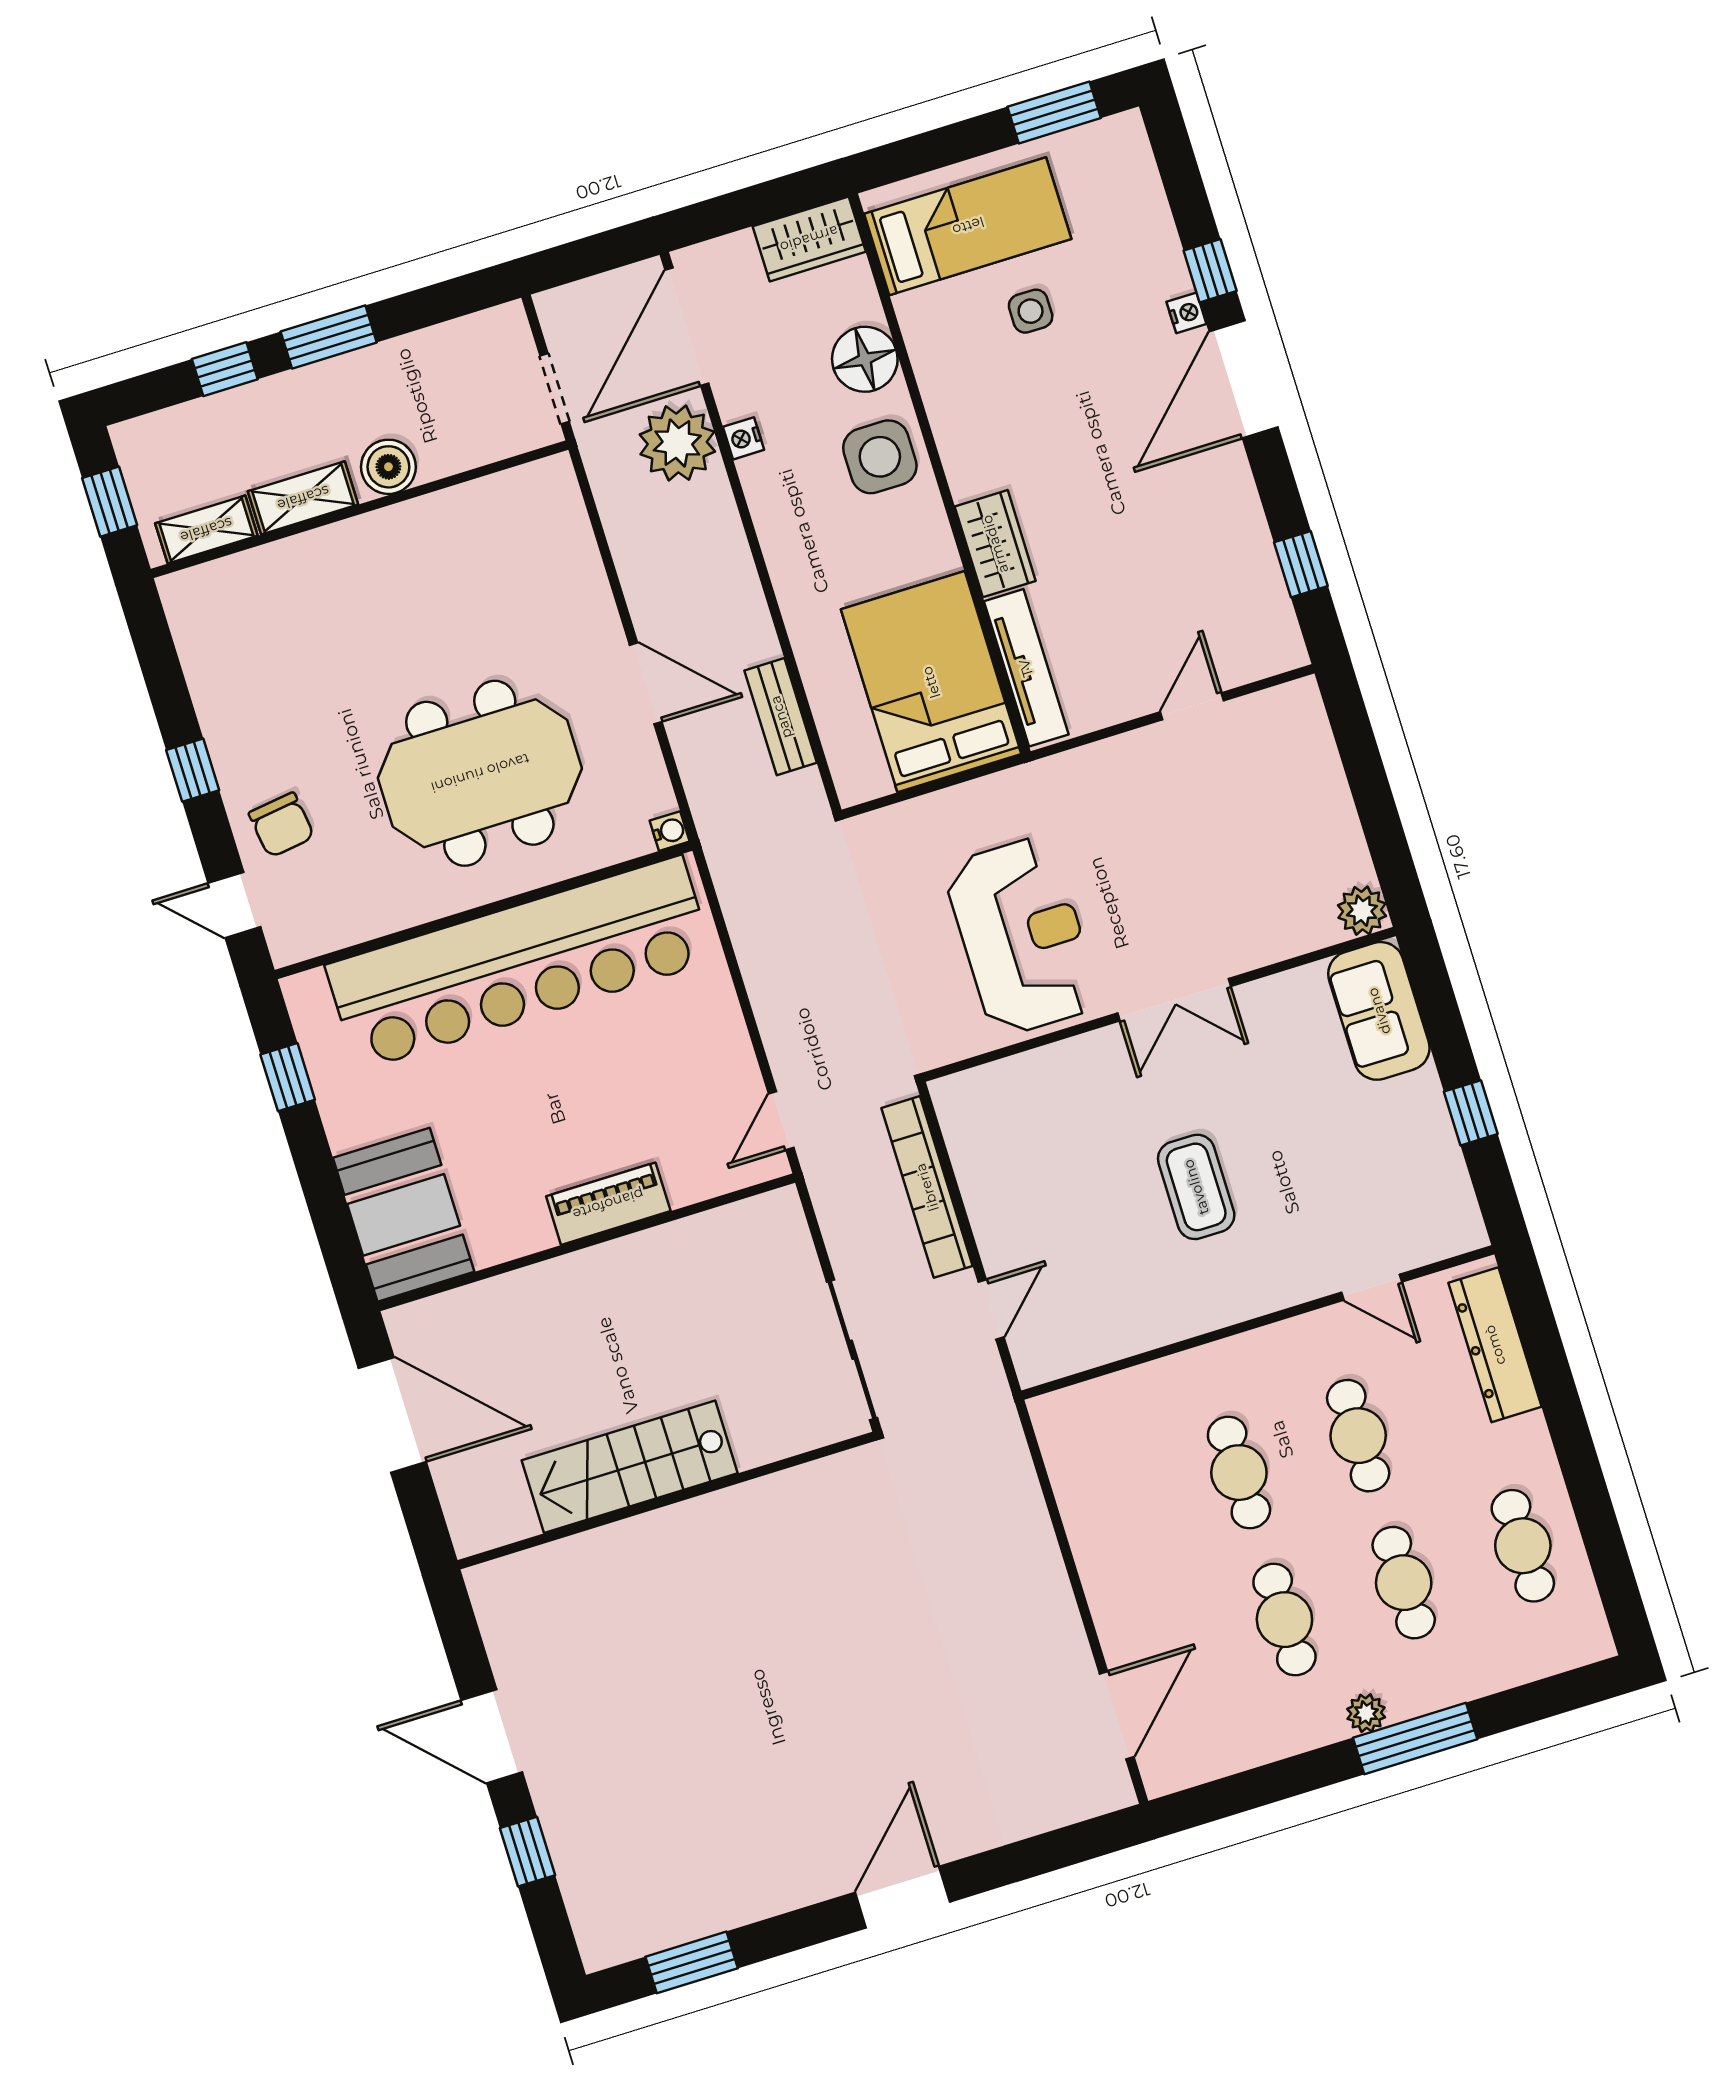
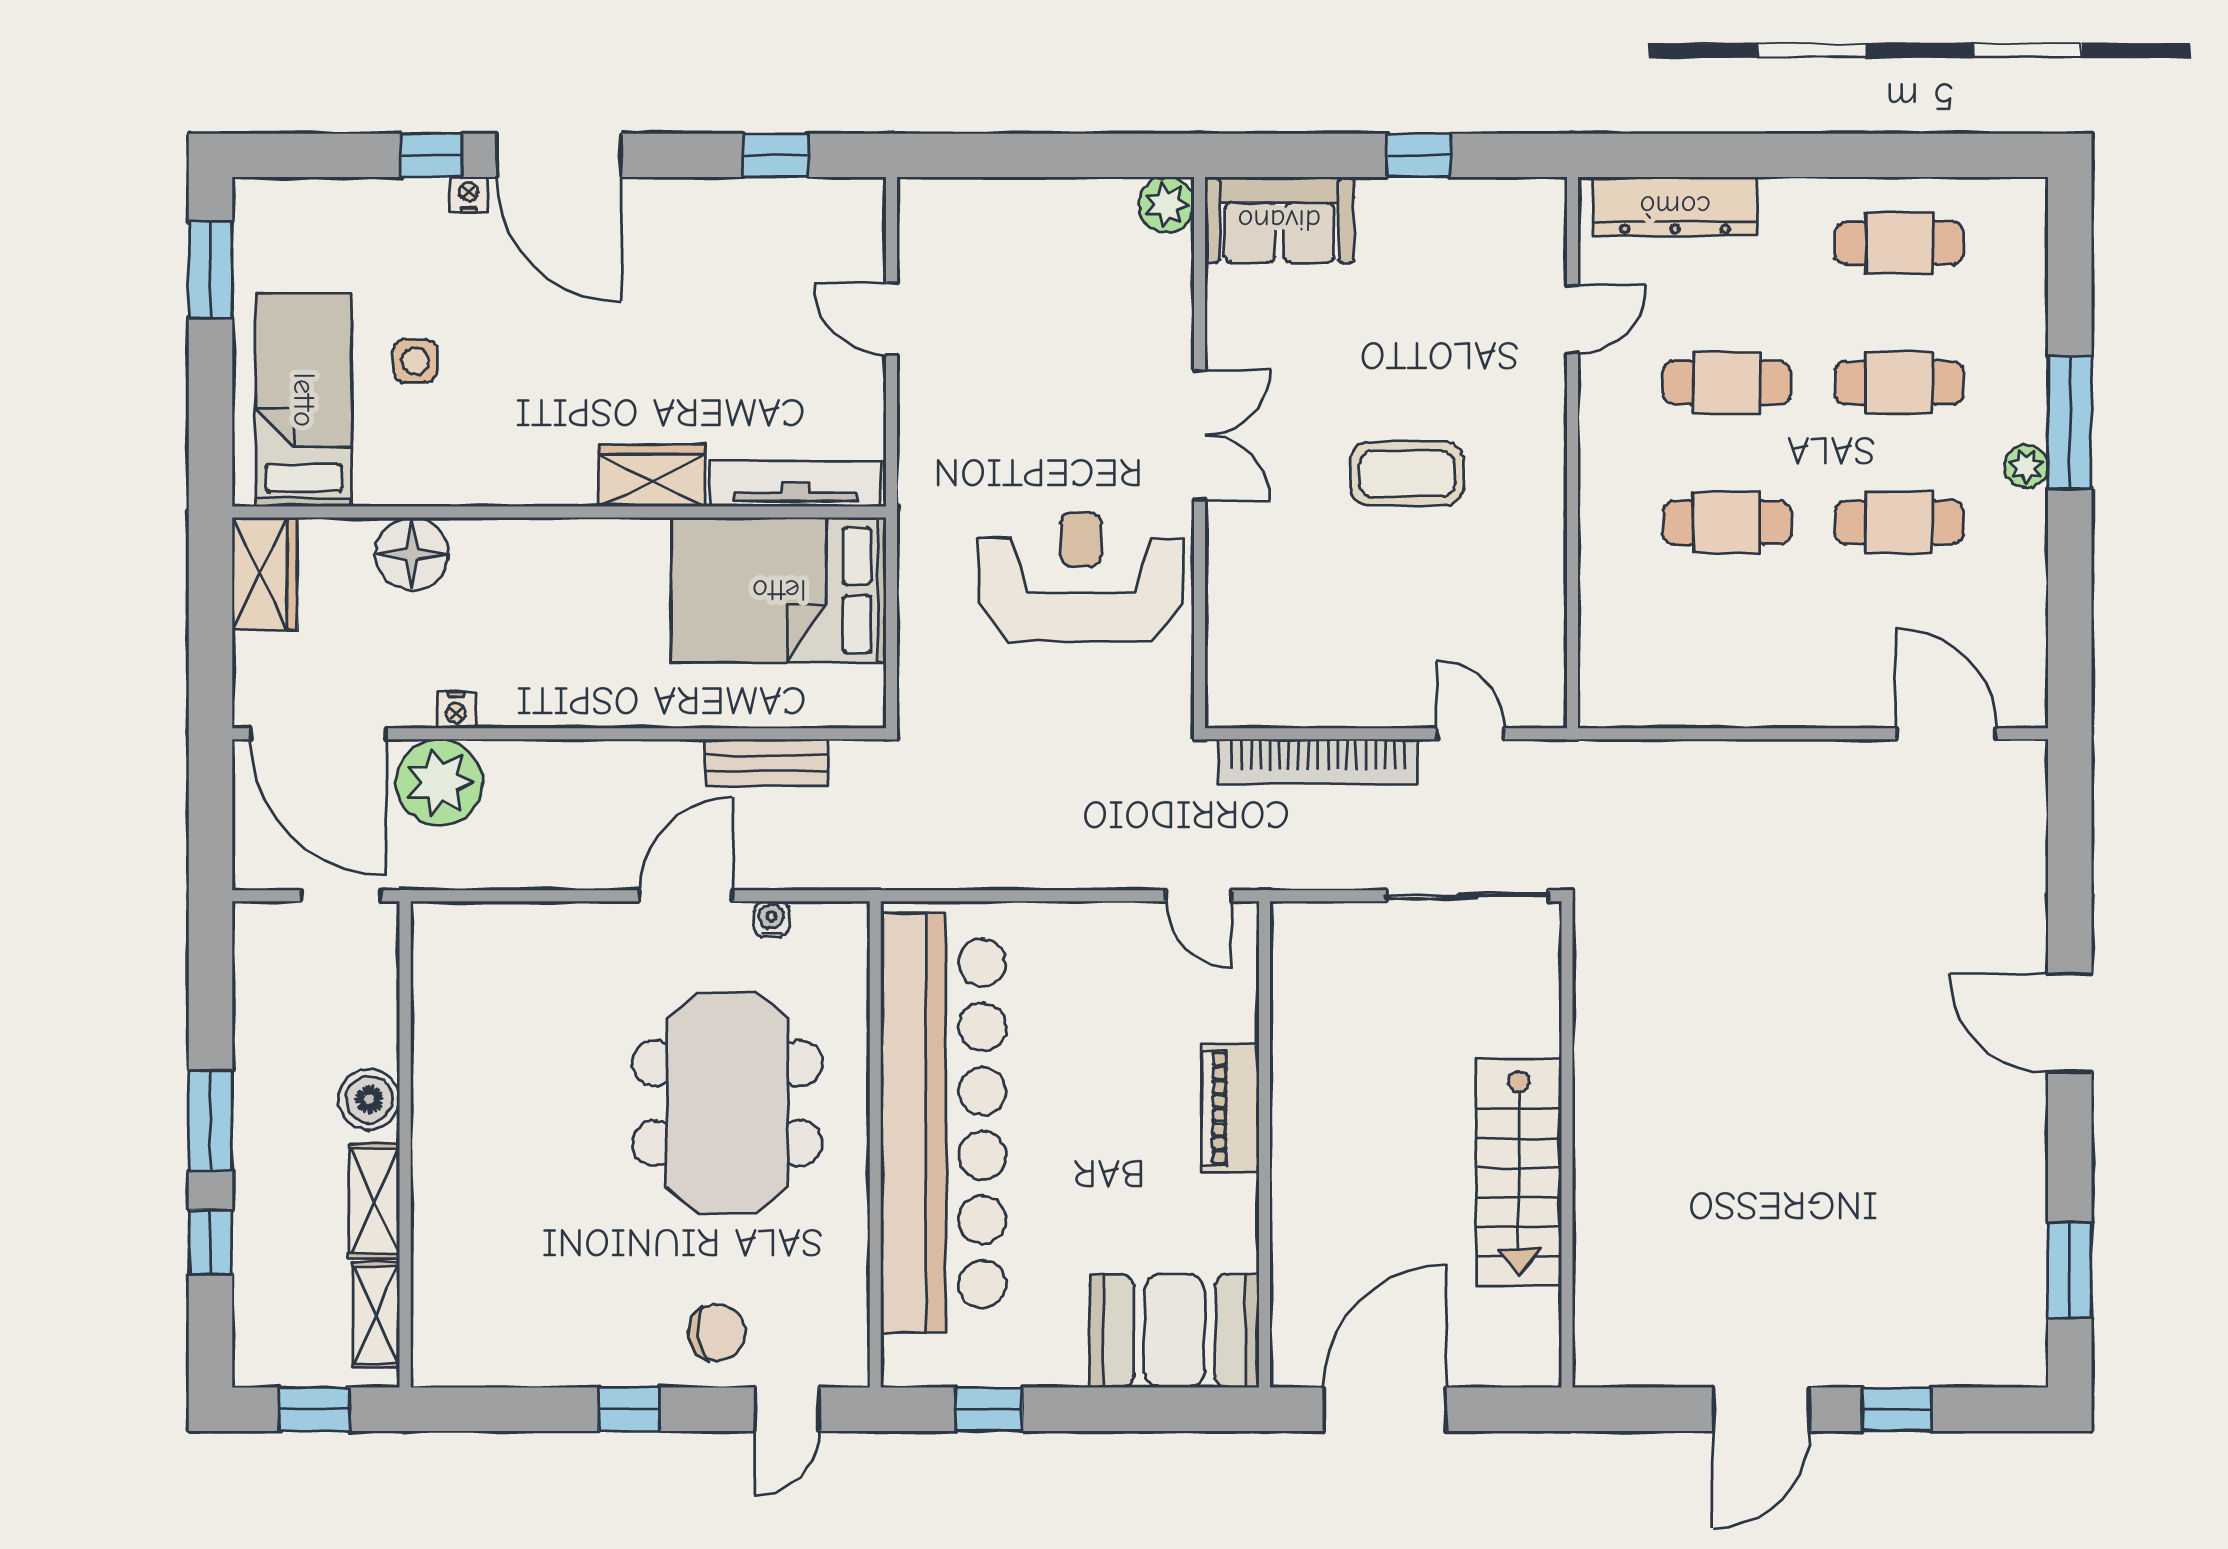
side table: (880, 457) -> (521, 570), removed
water cooler: (670, 831) -> (771, 919), moved

